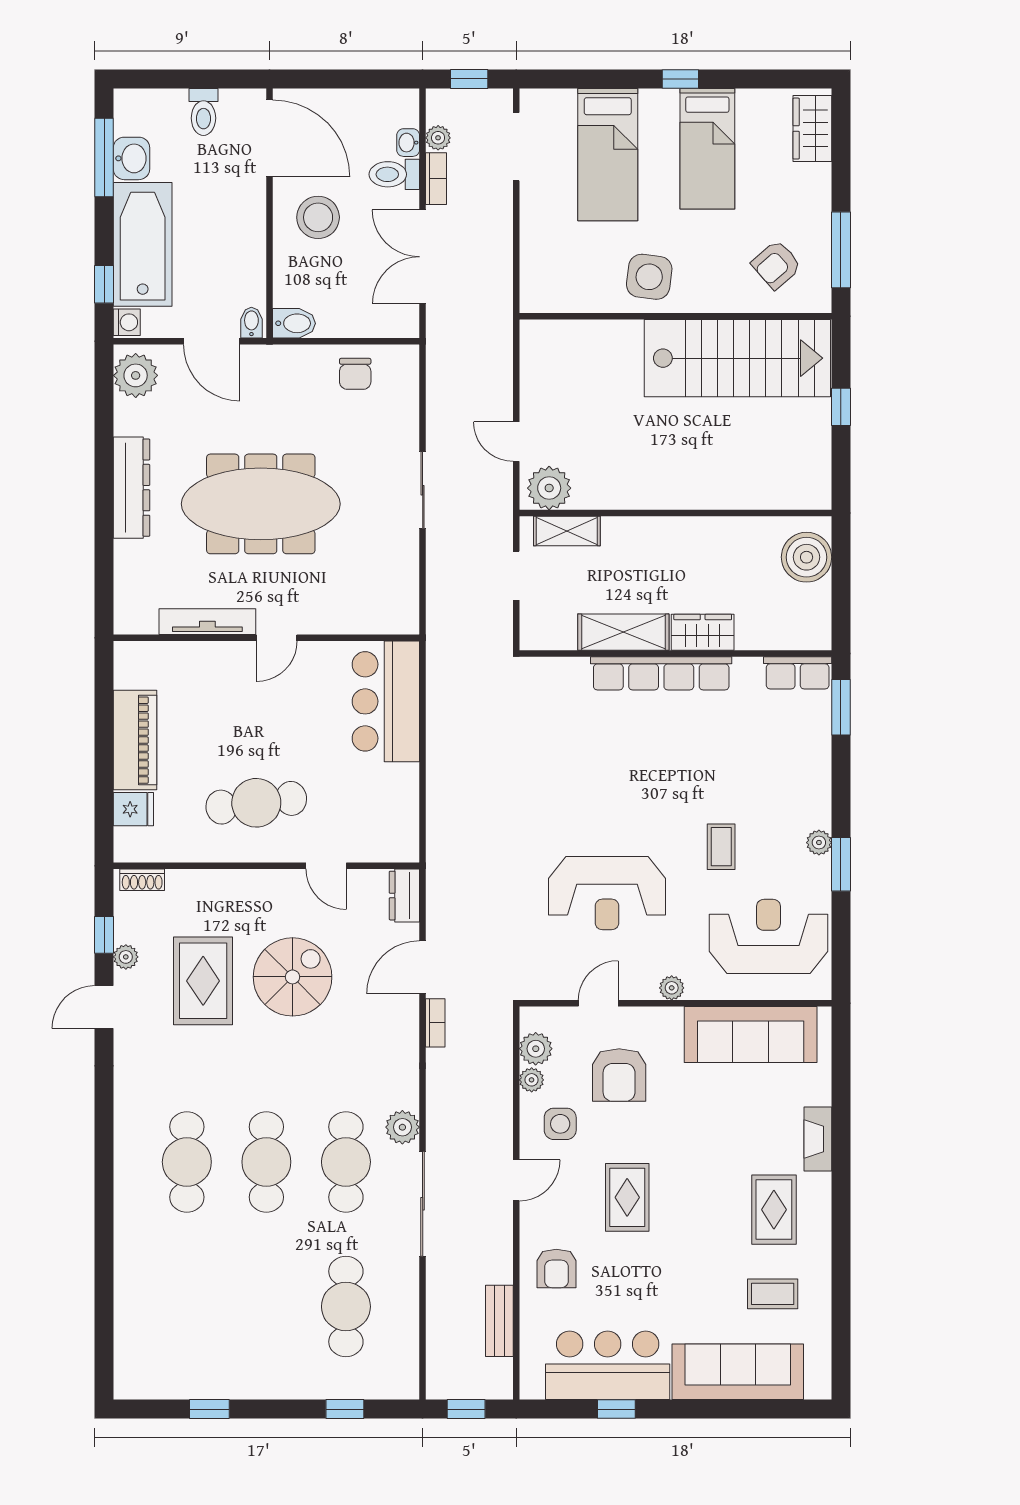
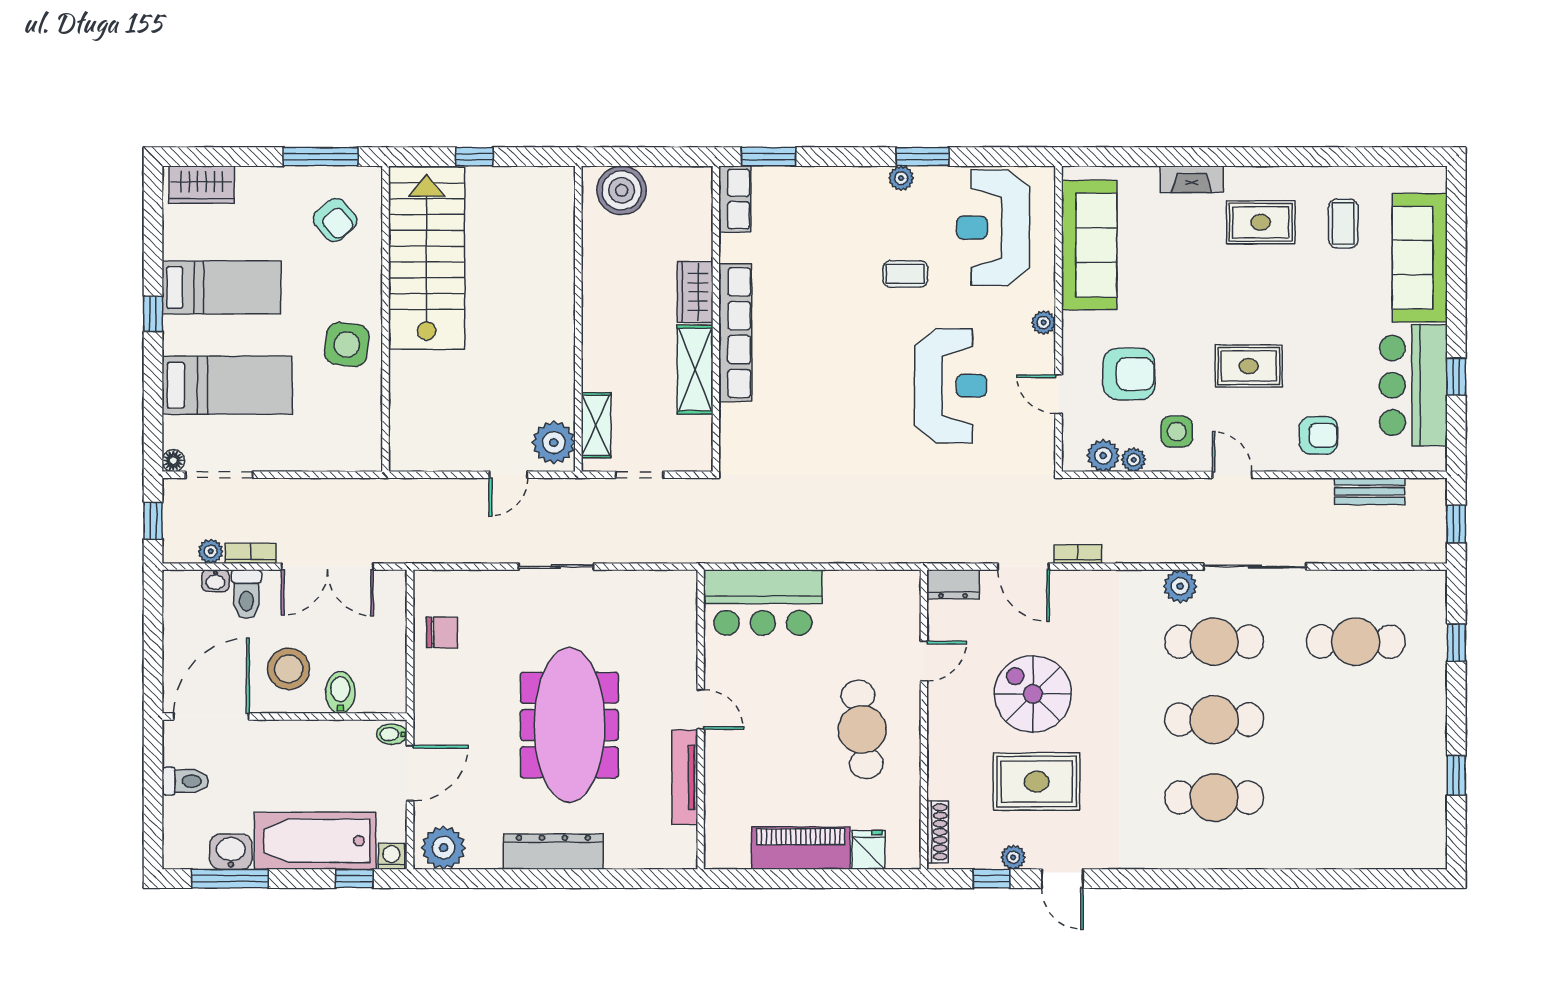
floor lamp: (531, 100) -> (173, 461), added
bidet: (294, 323) -> (340, 692), moved
shoe rack: (142, 880) -> (938, 832), width x1.43

